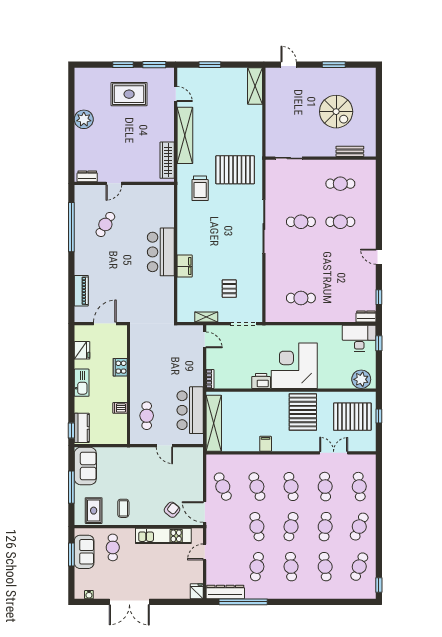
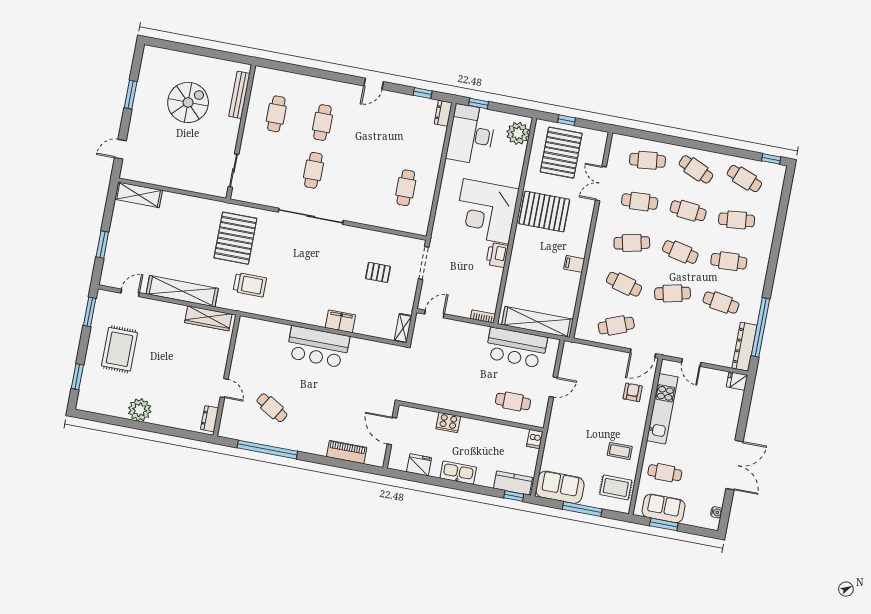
window: (123, 65) -> (77, 377), moved
bench: (350, 151) -> (239, 95), width x1.36
shelving: (206, 317) -> (403, 328), moved
desk: (359, 338) -> (471, 135), width x1.36, depth x1.30
dishwasher: (120, 408) -> (535, 439), moved
cafe table: (257, 487) -> (624, 284), turned 33
armchair: (172, 510) -> (633, 392), turned 51

